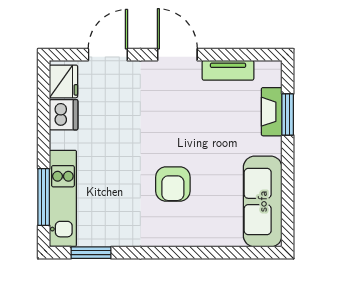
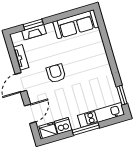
door: (108, 55) -> (30, 114), swing flipped
armchair: (173, 184) -> (56, 73), moved, turned -90
window: (44, 197) -> (86, 129), moved

